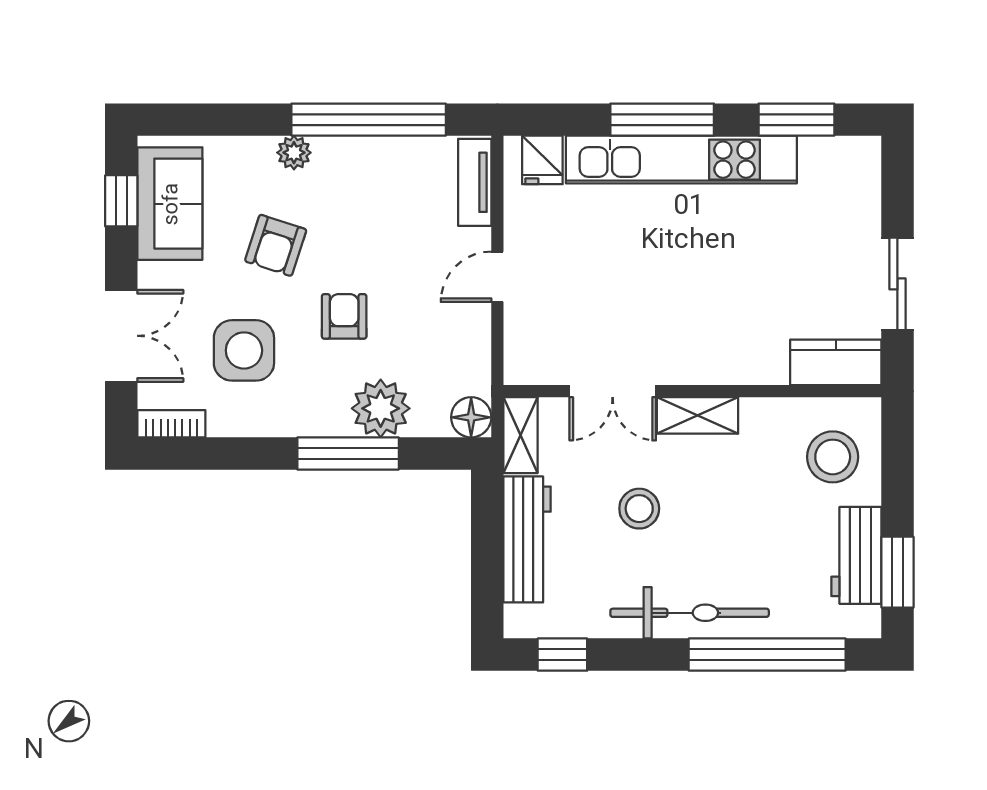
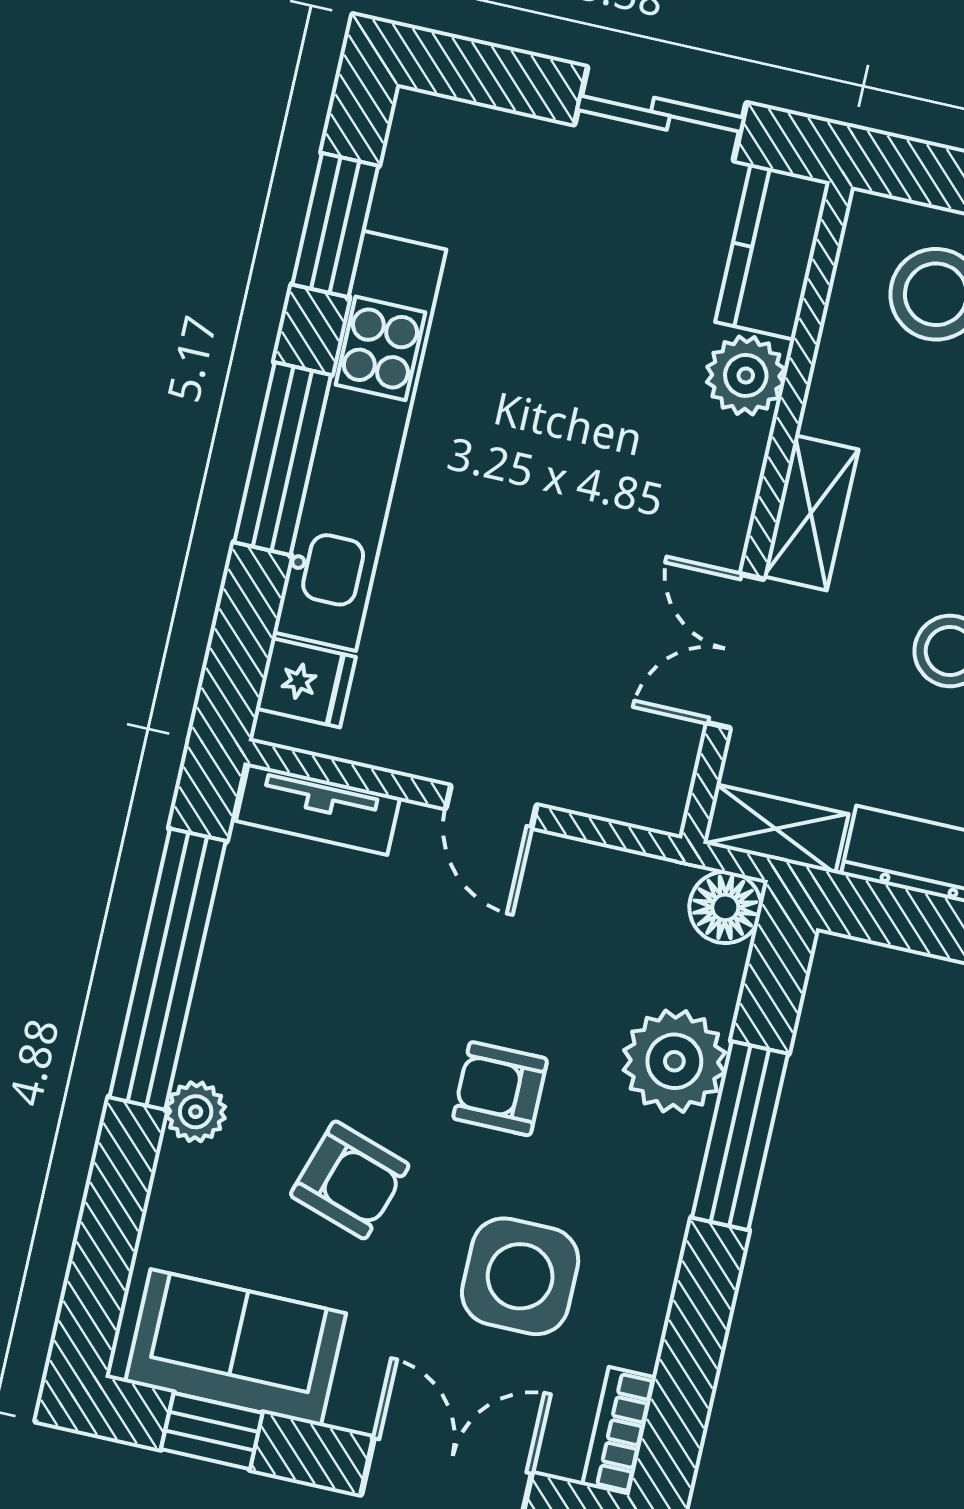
plant: (765, 363) -> (746, 375), added
double door: (613, 391) -> (735, 651), swing flipped

